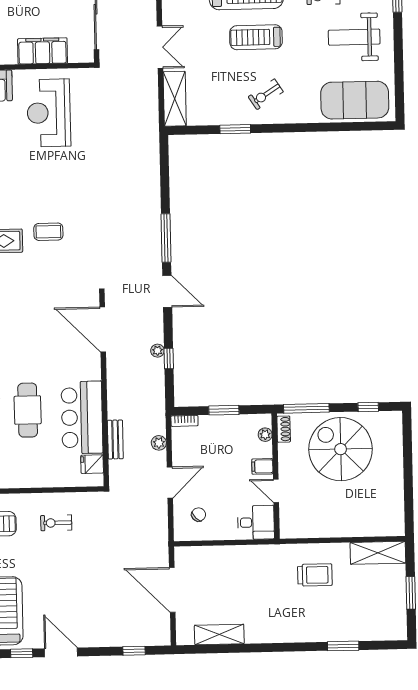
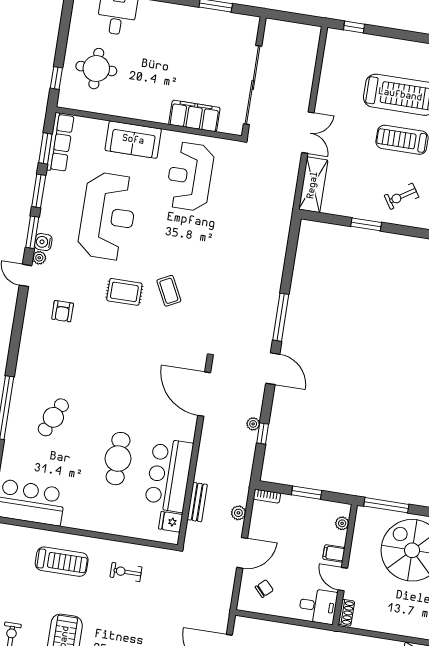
coffee table: (48, 232) -> (169, 291), turned 63
shoe rack: (284, 429) -> (346, 613), moved

